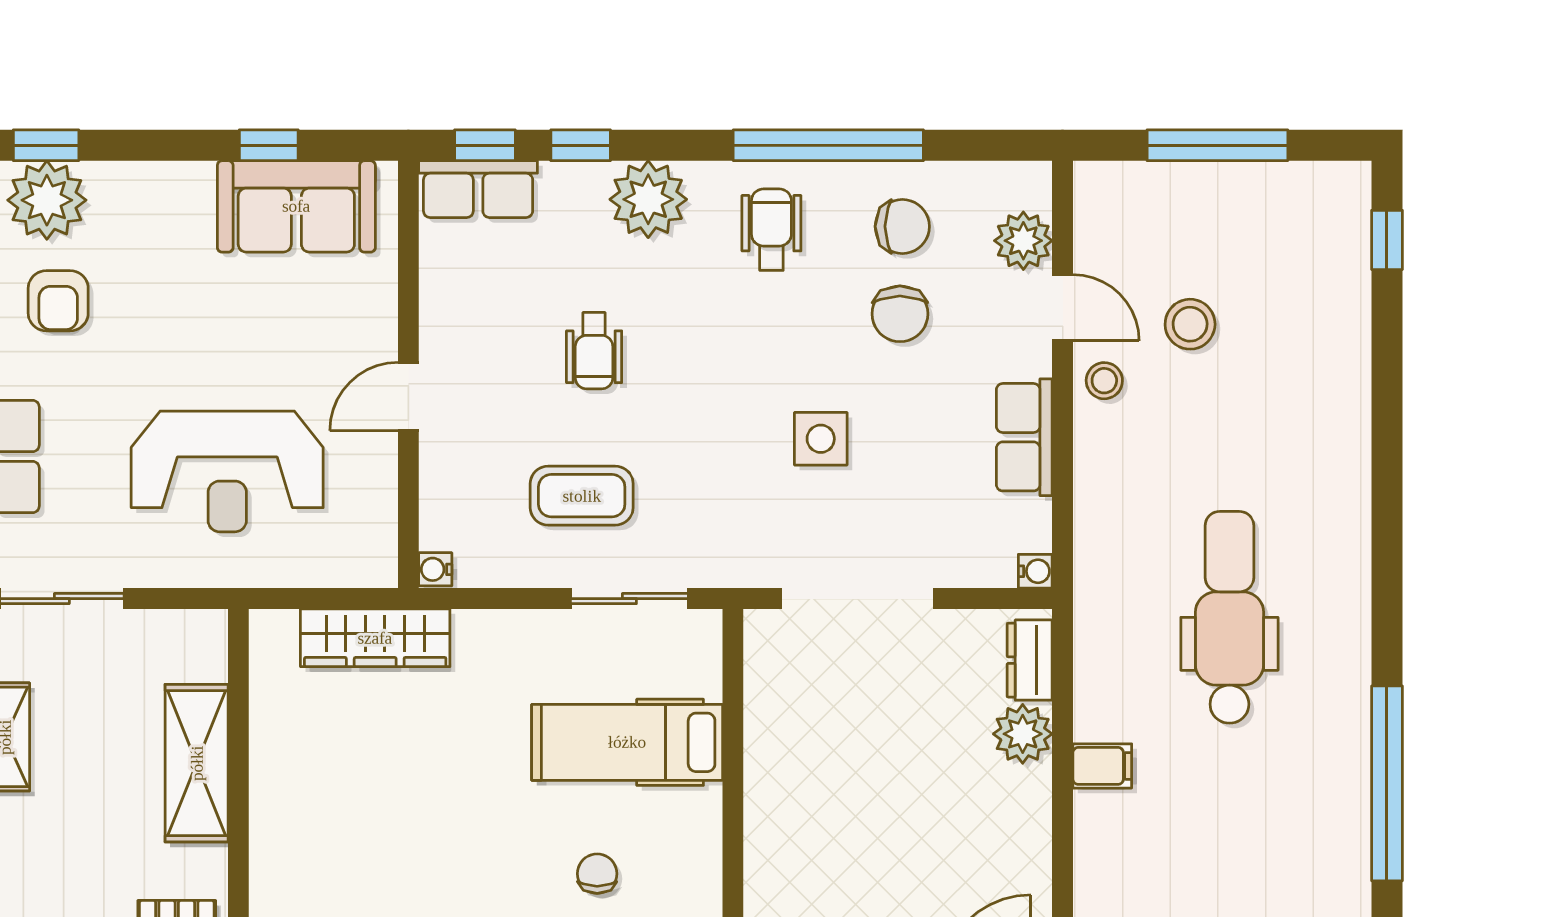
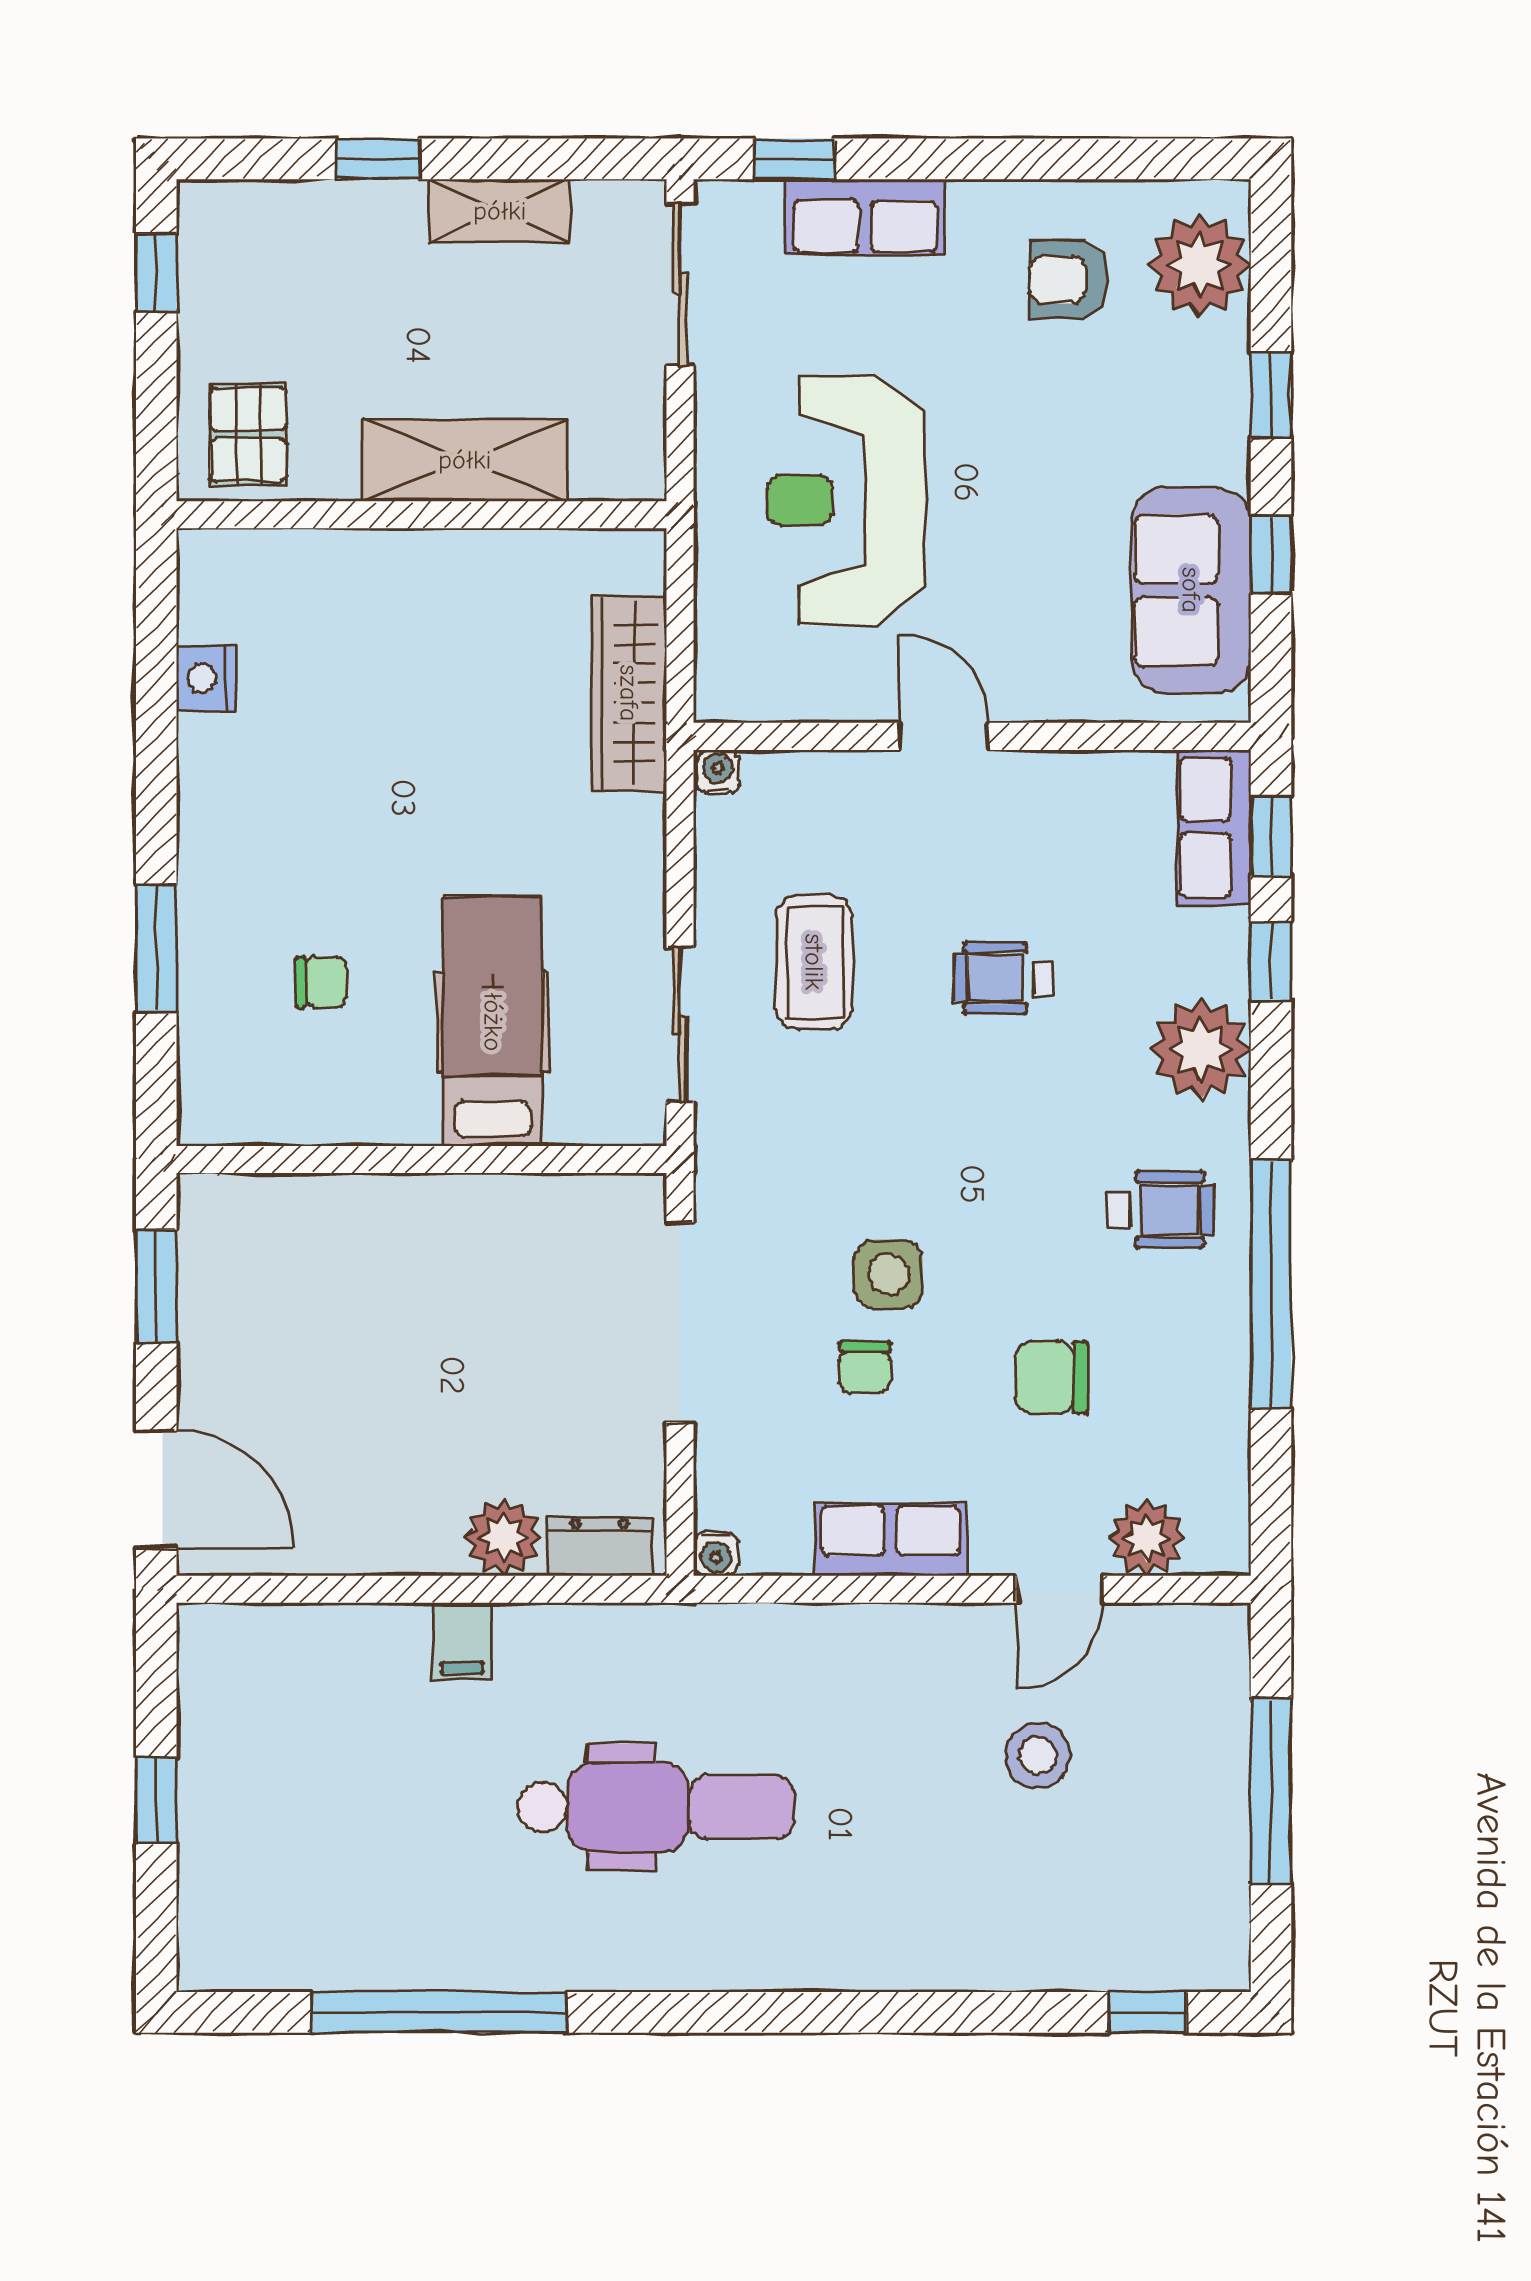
window: (46, 145) -> (1271, 395), moved
chair: (902, 226) -> (865, 1367), moved, width x0.73, depth x0.73
stool: (1104, 381) -> (964, 1644), removed

